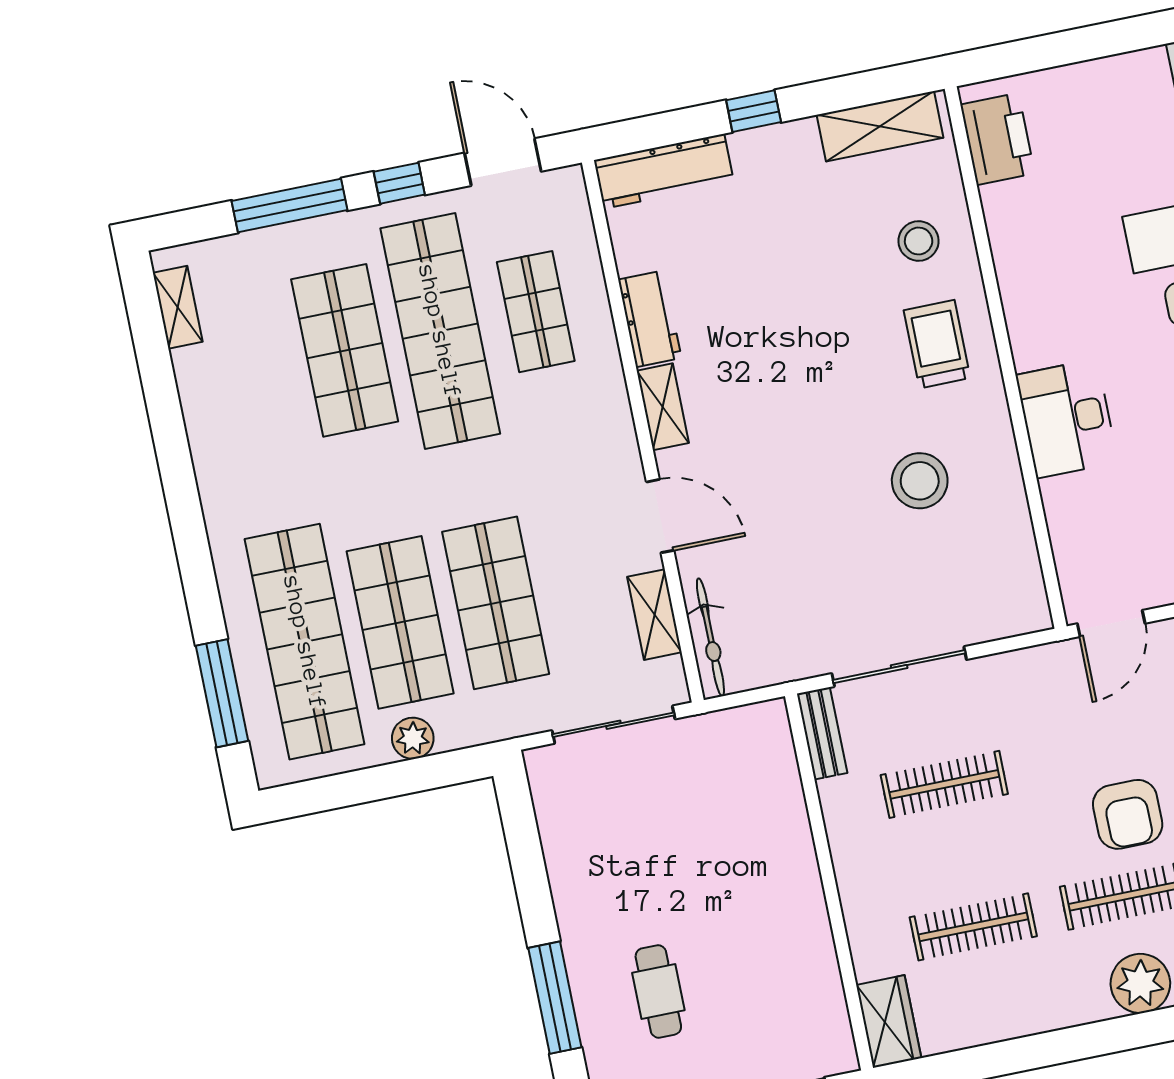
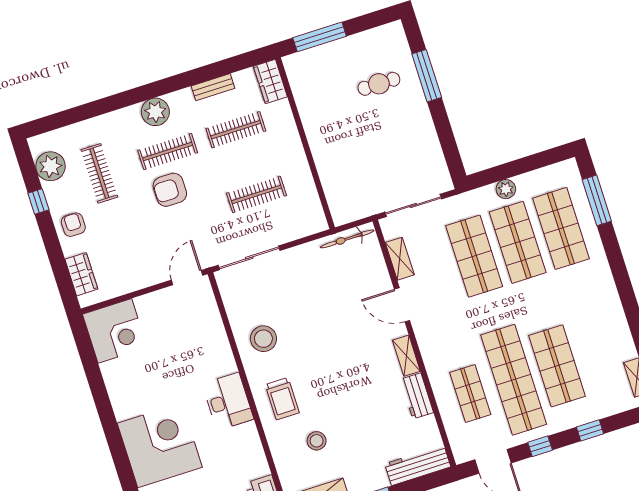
window: (290, 206) -> (590, 430), width x0.46
stool: (919, 241) -> (317, 441), moved
desk: (1067, 419) -> (228, 401), moved
stool: (920, 481) -> (263, 339), moved
bicycle: (710, 637) -> (347, 239), moved, turned -90
shop shelf: (305, 642) -> (561, 228), width x0.71
sliding door: (899, 667) -> (249, 258), moved
bench: (822, 733) -> (213, 87), moved, turned 90
armchair: (1128, 814) -> (170, 190), turned -90
cafe table: (658, 991) -> (379, 84), turned 90

